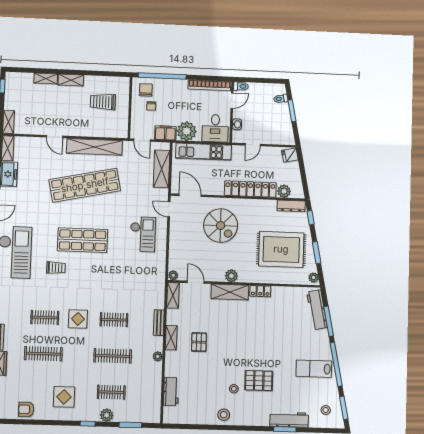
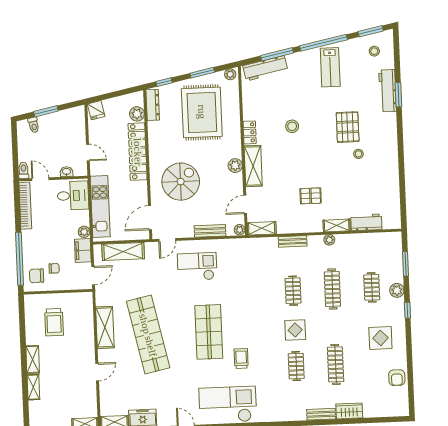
plant: (187, 131) -> (84, 232), width x0.53, depth x0.53
shelving: (94, 147) -> (105, 327), width x0.68
bench: (174, 248) -> (210, 231), added
shelving: (171, 338) -> (337, 225), moved
stool: (224, 415) -> (292, 126), moved

